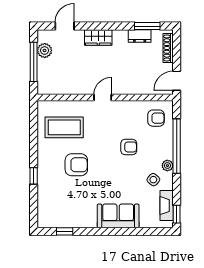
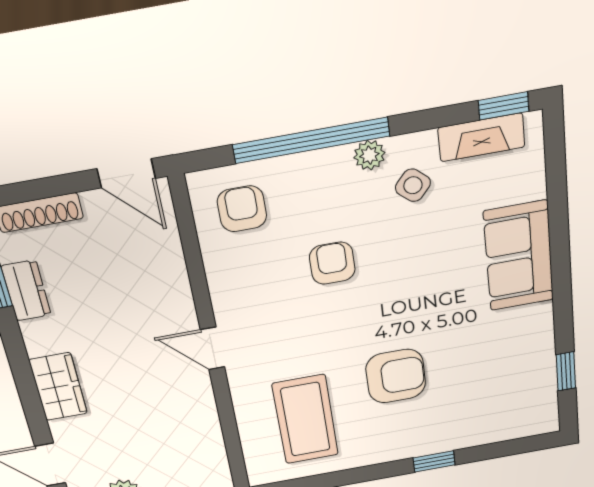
armchair: (76, 165) -> (396, 376), turned 90

